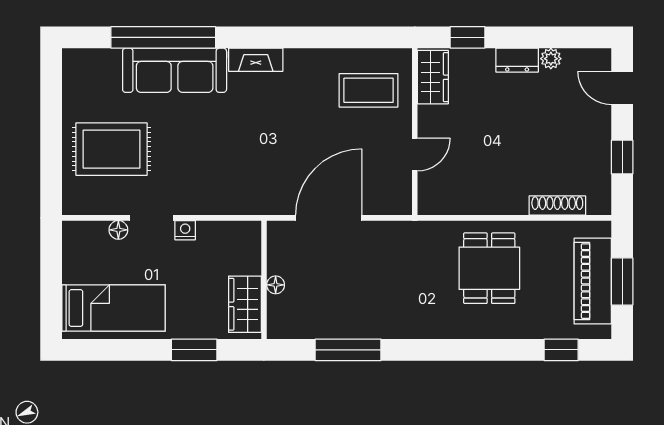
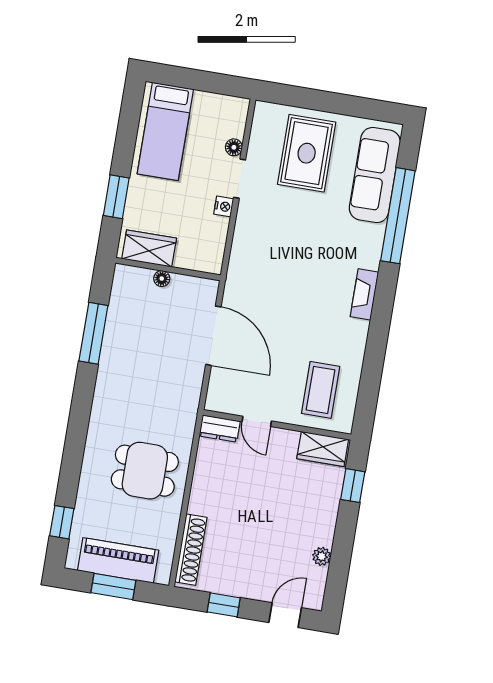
dresser: (517, 60) -> (220, 429), moved, turned -90
sofa: (175, 70) -> (375, 175), moved
shoe rack: (557, 206) -> (191, 550), width x1.36, depth x1.24

